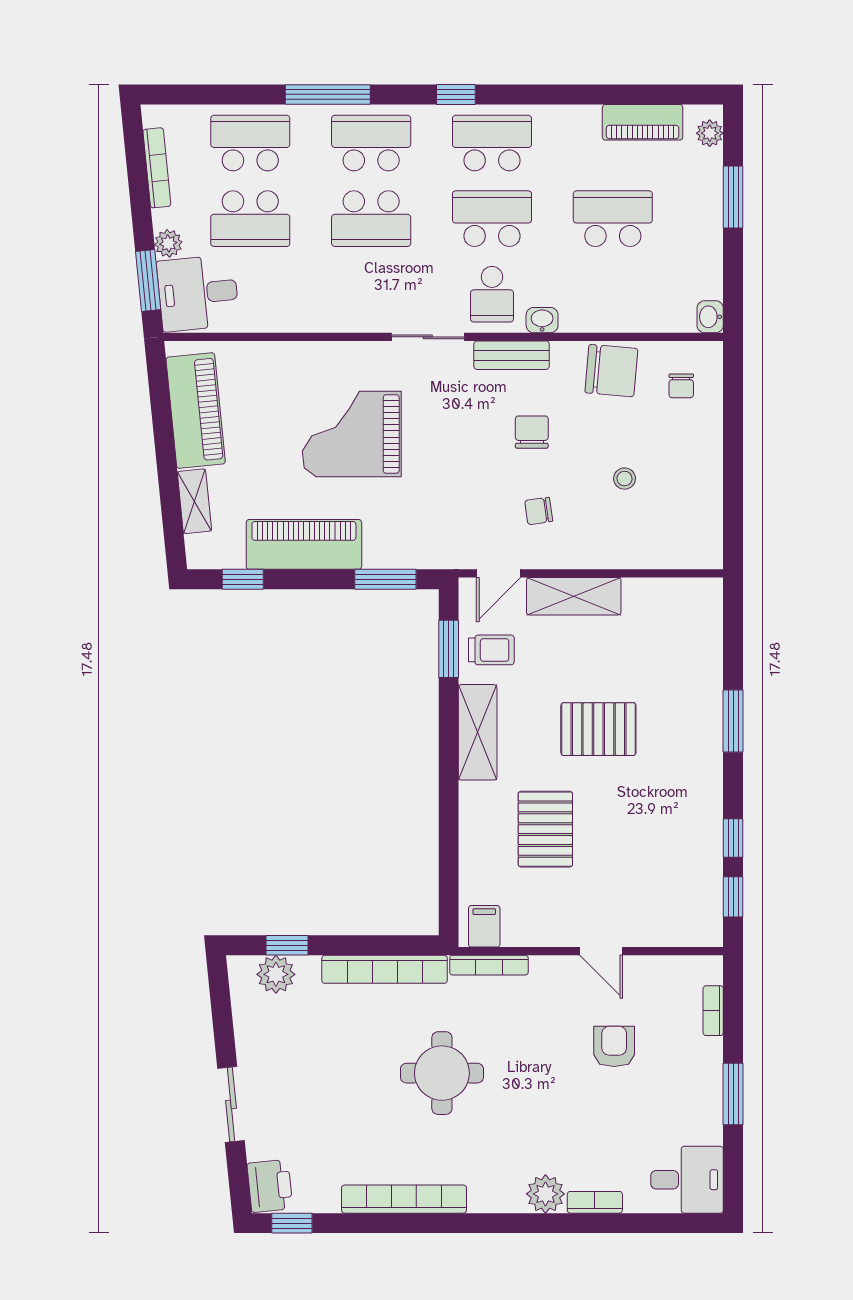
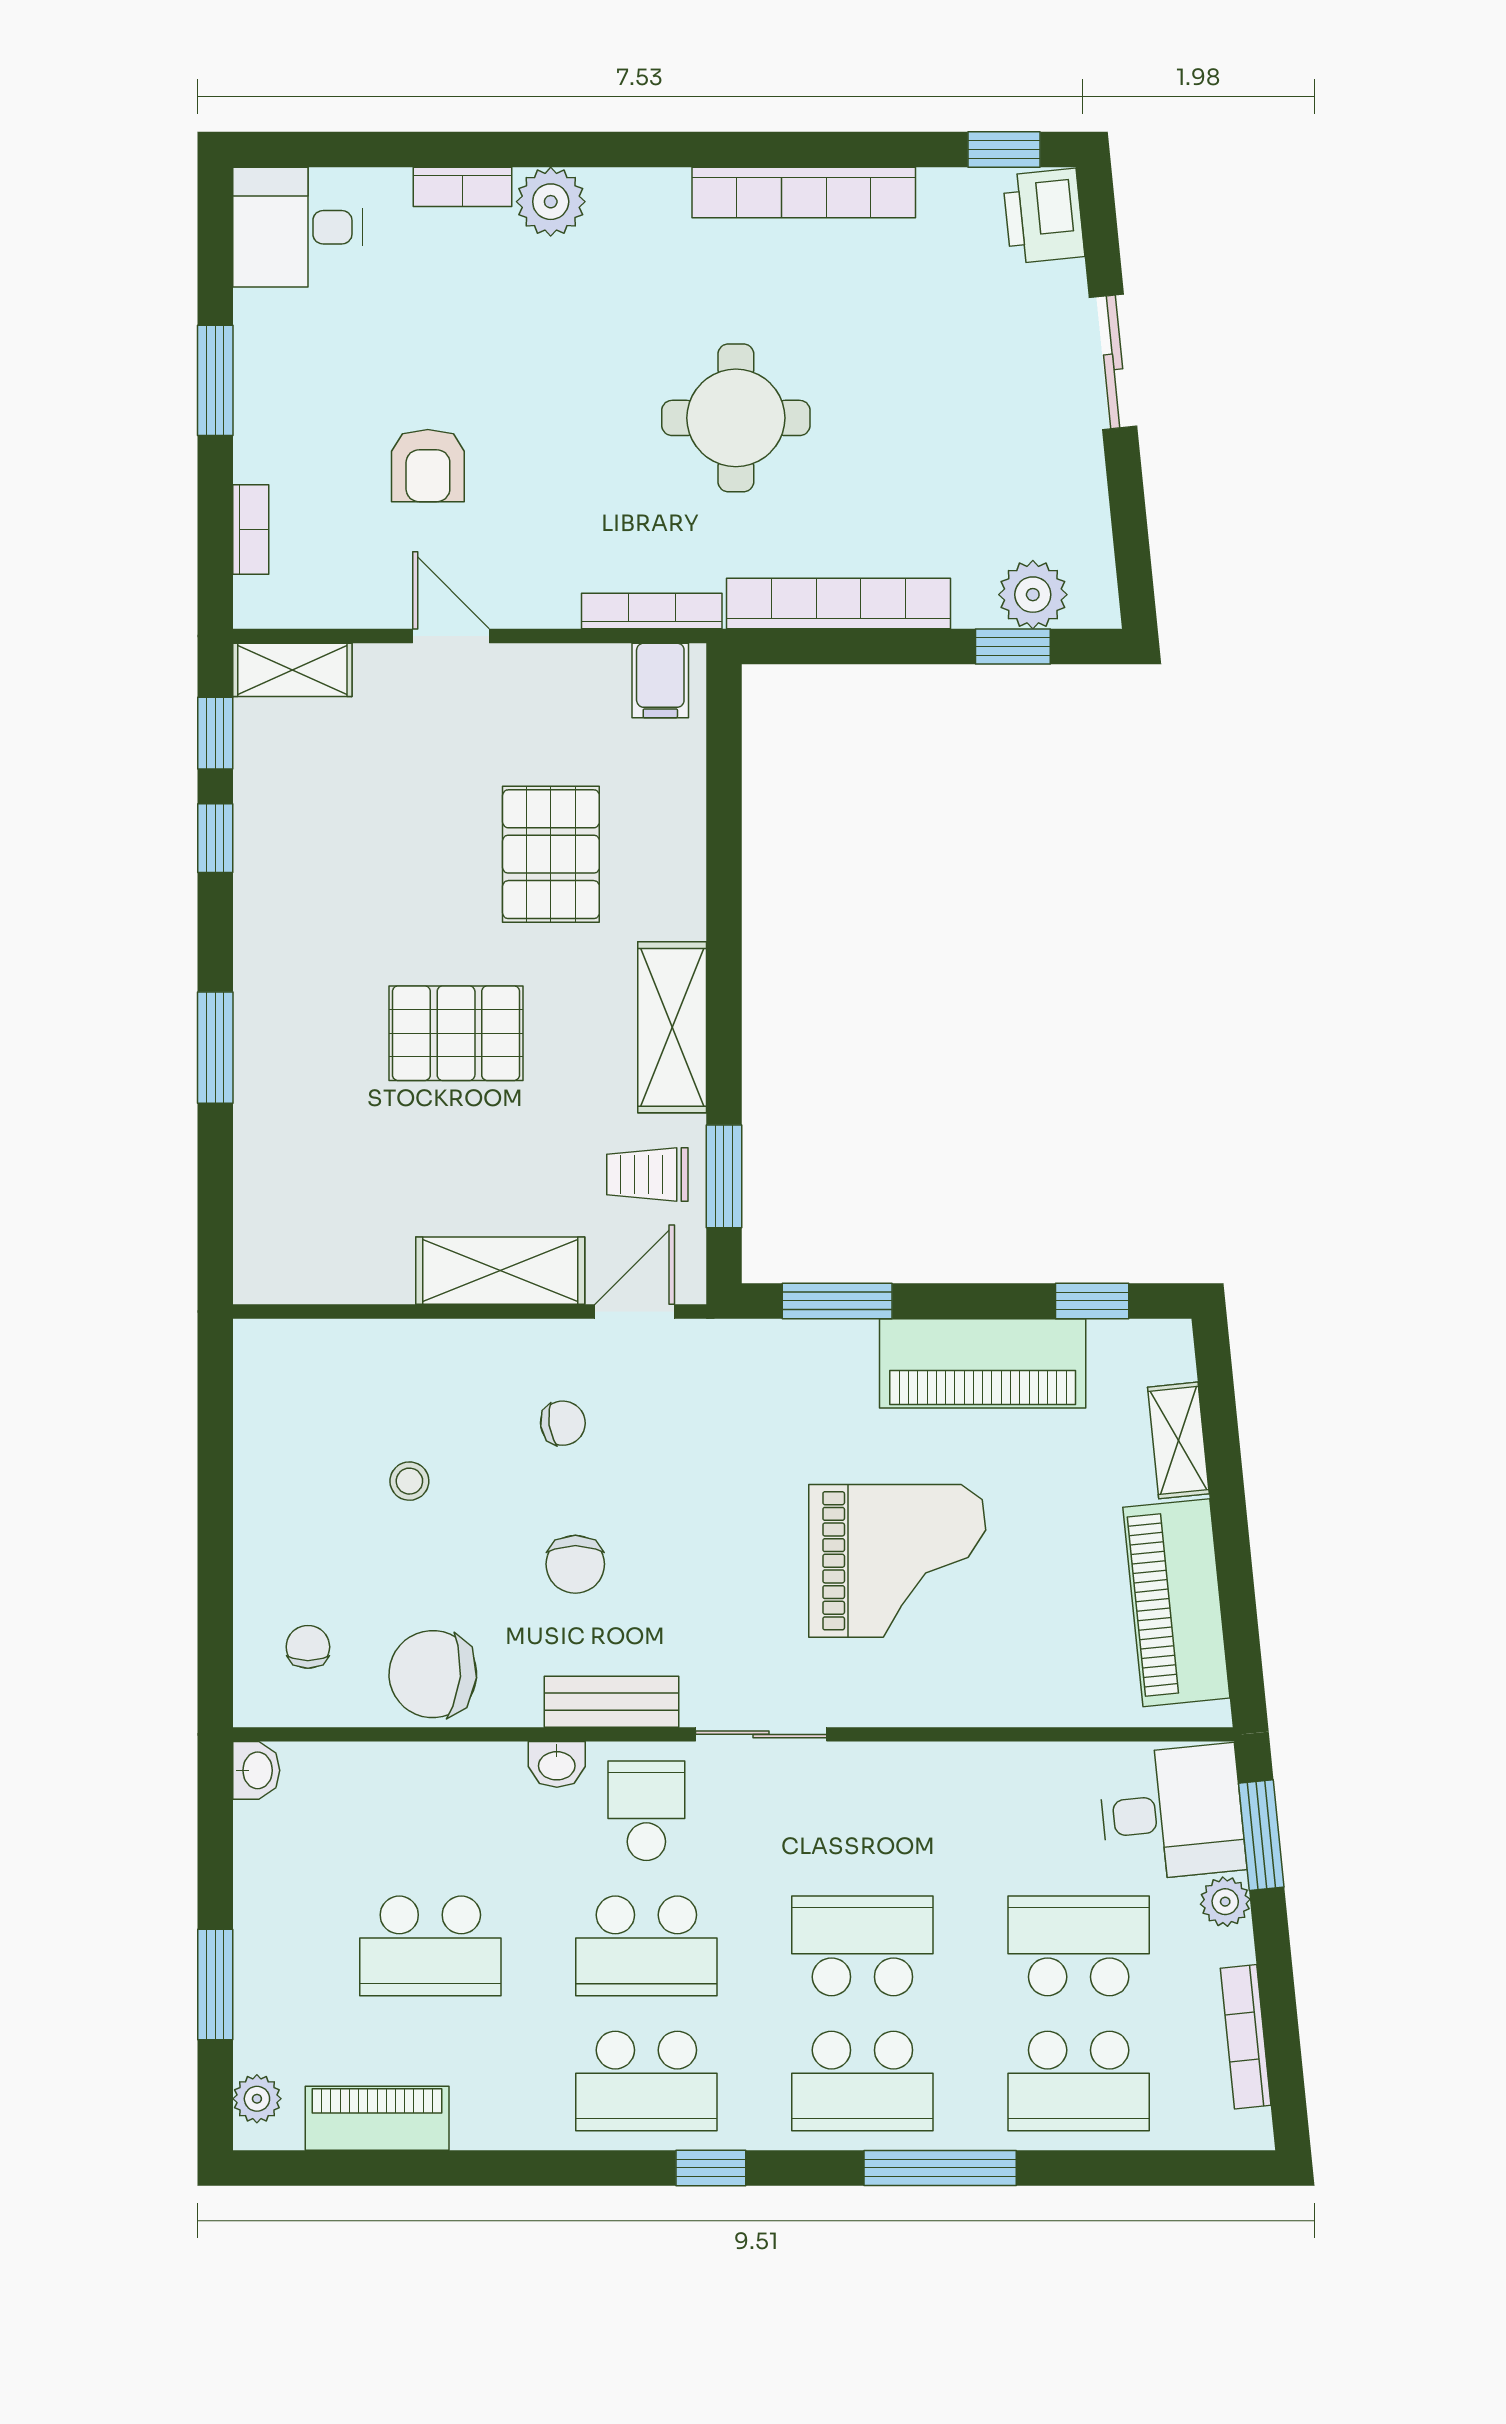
shelving: (690, 932) -> (292, 670), added

